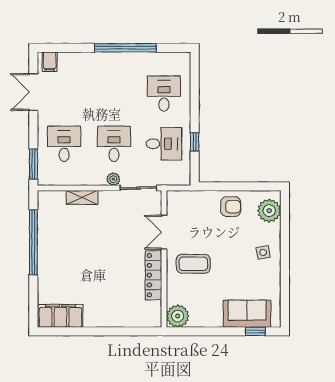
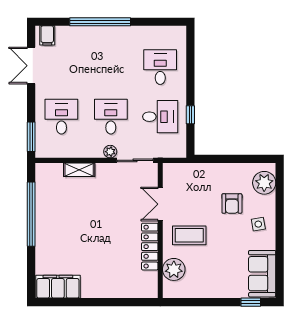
window: (125, 48) -> (100, 22), moved
armchair: (231, 207) -> (232, 204), moved, turned 90
sofa: (247, 314) -> (262, 274), moved, turned -90
plant: (178, 316) -> (174, 269), moved

